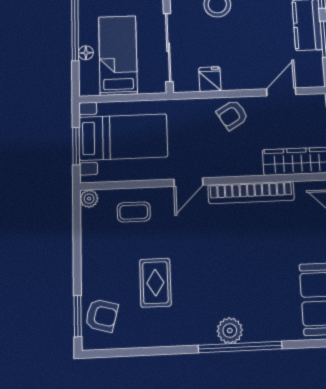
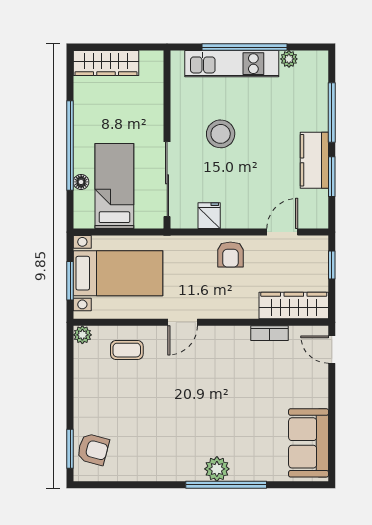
armchair: (232, 115) -> (230, 255), turned -59
bookcase: (251, 193) -> (269, 333), width x0.43, depth x0.76
rug: (155, 283) -> (146, 420), removed

